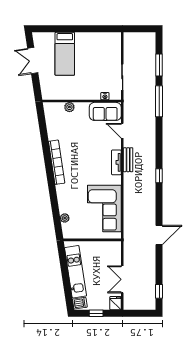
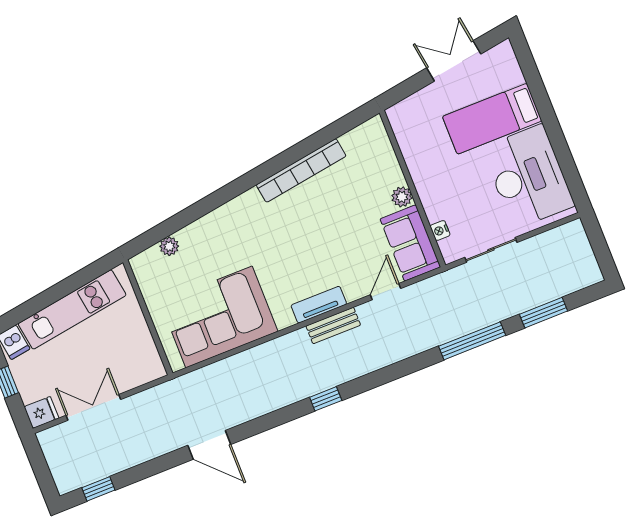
desk: (97, 48) -> (528, 177), added
plant: (69, 107) -> (402, 197), moved
bookcase: (57, 162) -> (301, 170), moved

